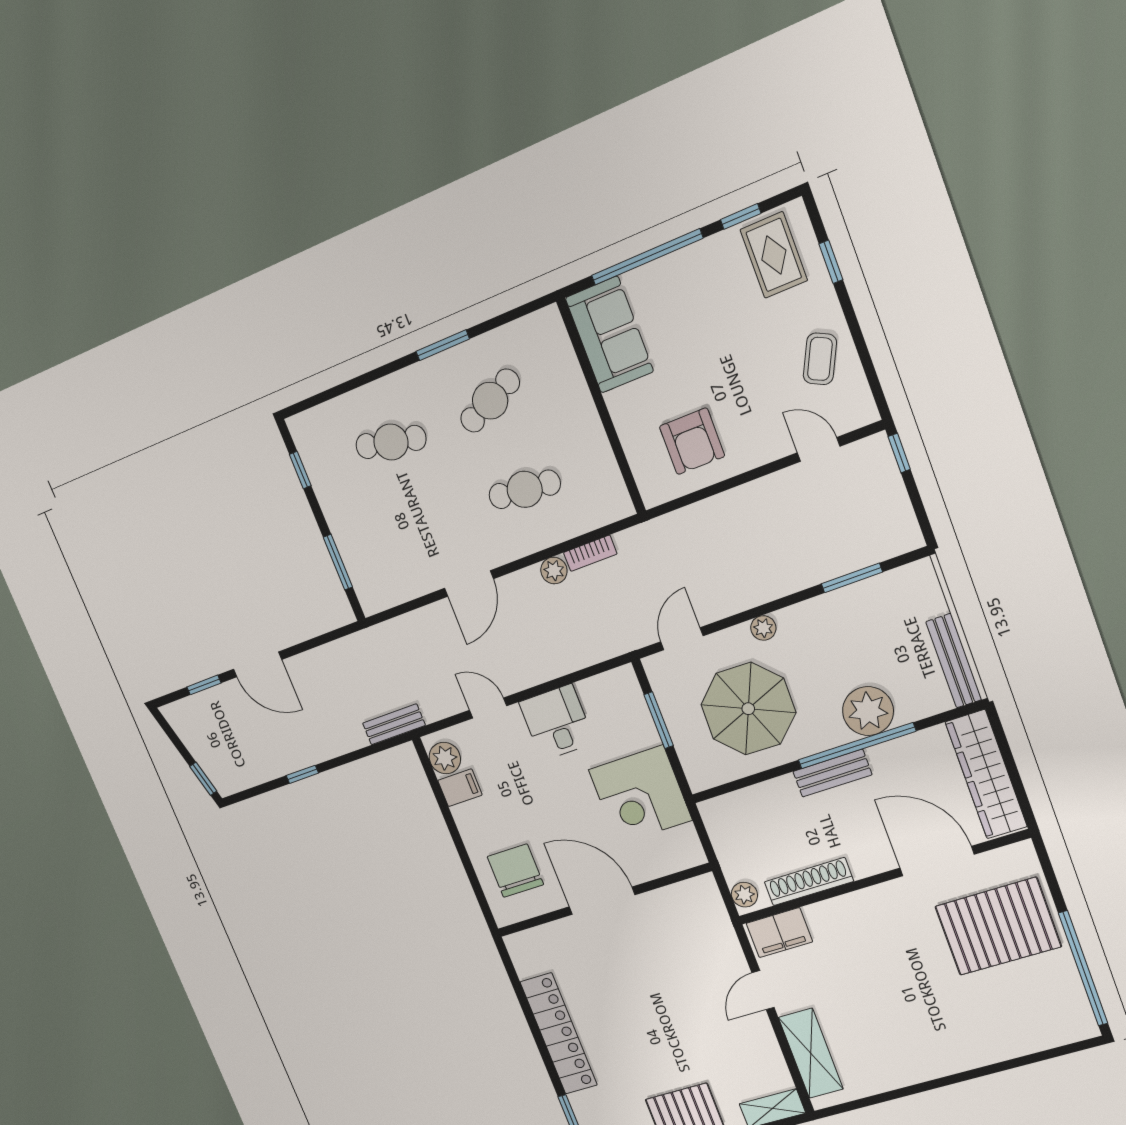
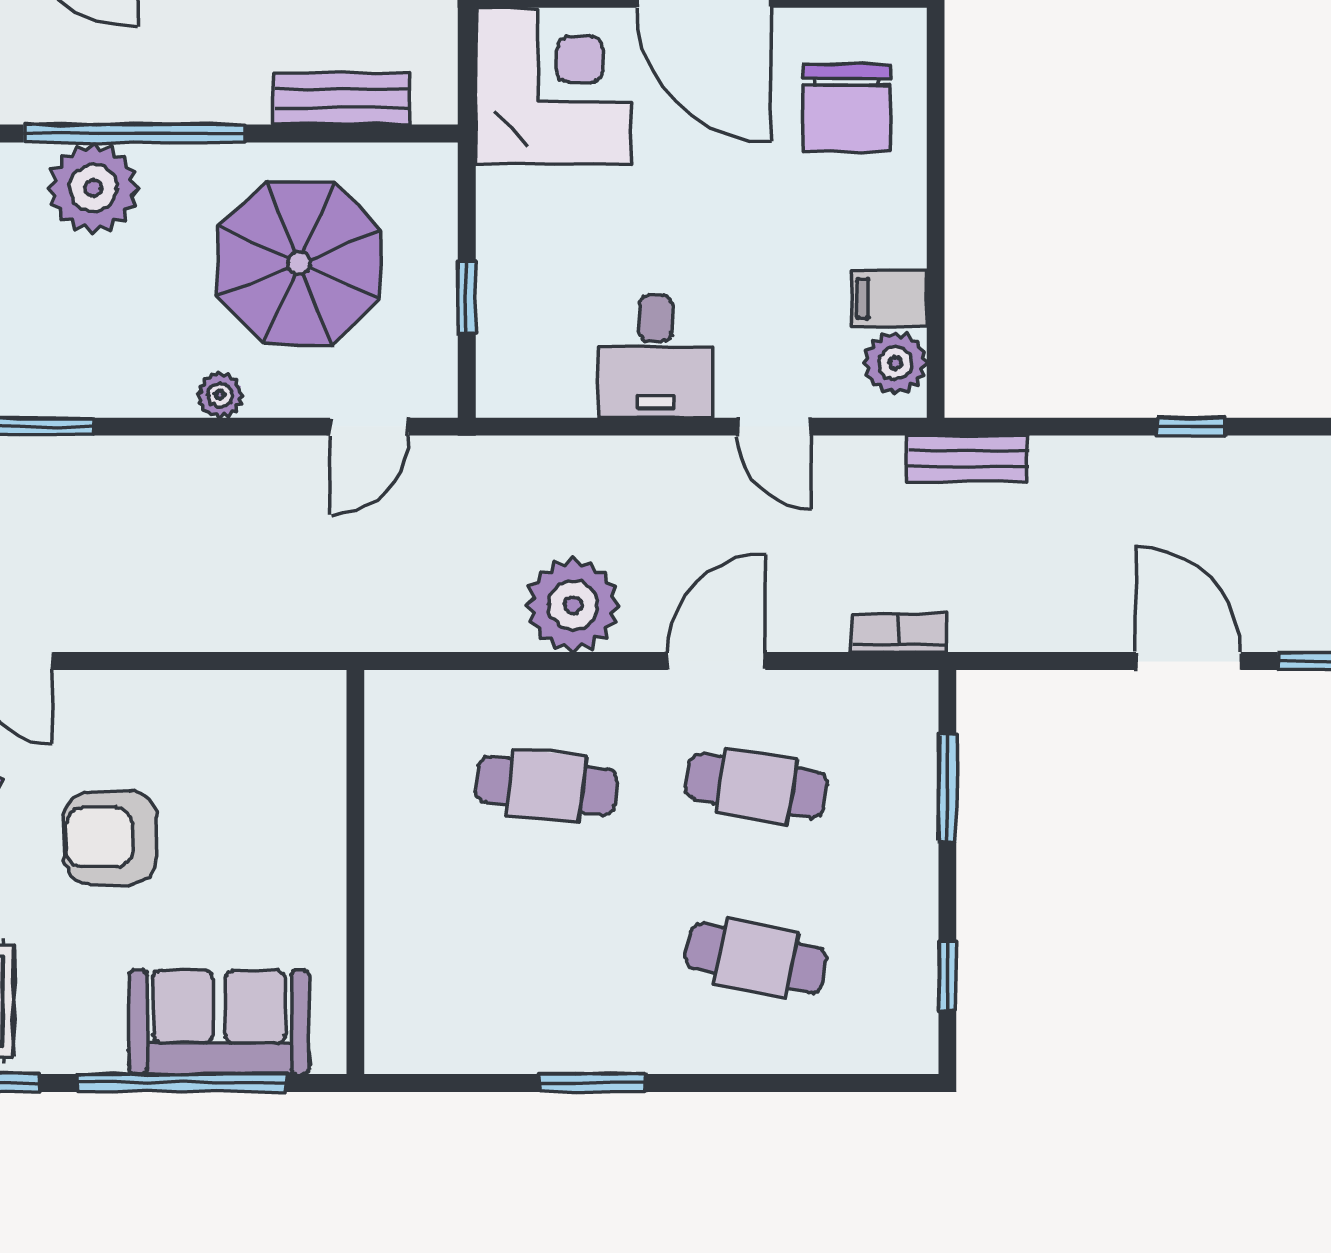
sofa: (609, 335) -> (219, 1022), moved, turned 90
cafe table: (490, 401) -> (756, 786), moved, turned 33
armchair: (692, 441) -> (110, 838), moved, turned -90
bookcase: (590, 553) -> (899, 633), moved
plant: (554, 571) -> (573, 605), width x1.88, depth x1.88
window: (659, 720) -> (467, 297), width x0.67
bench: (832, 773) -> (342, 99), moved
corner desk: (640, 795) -> (553, 86), moved

